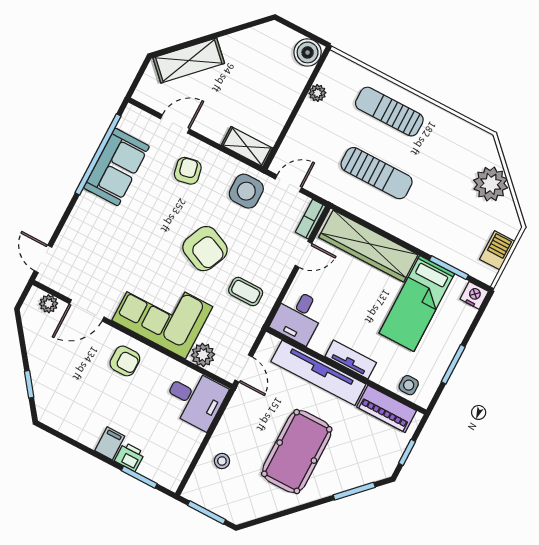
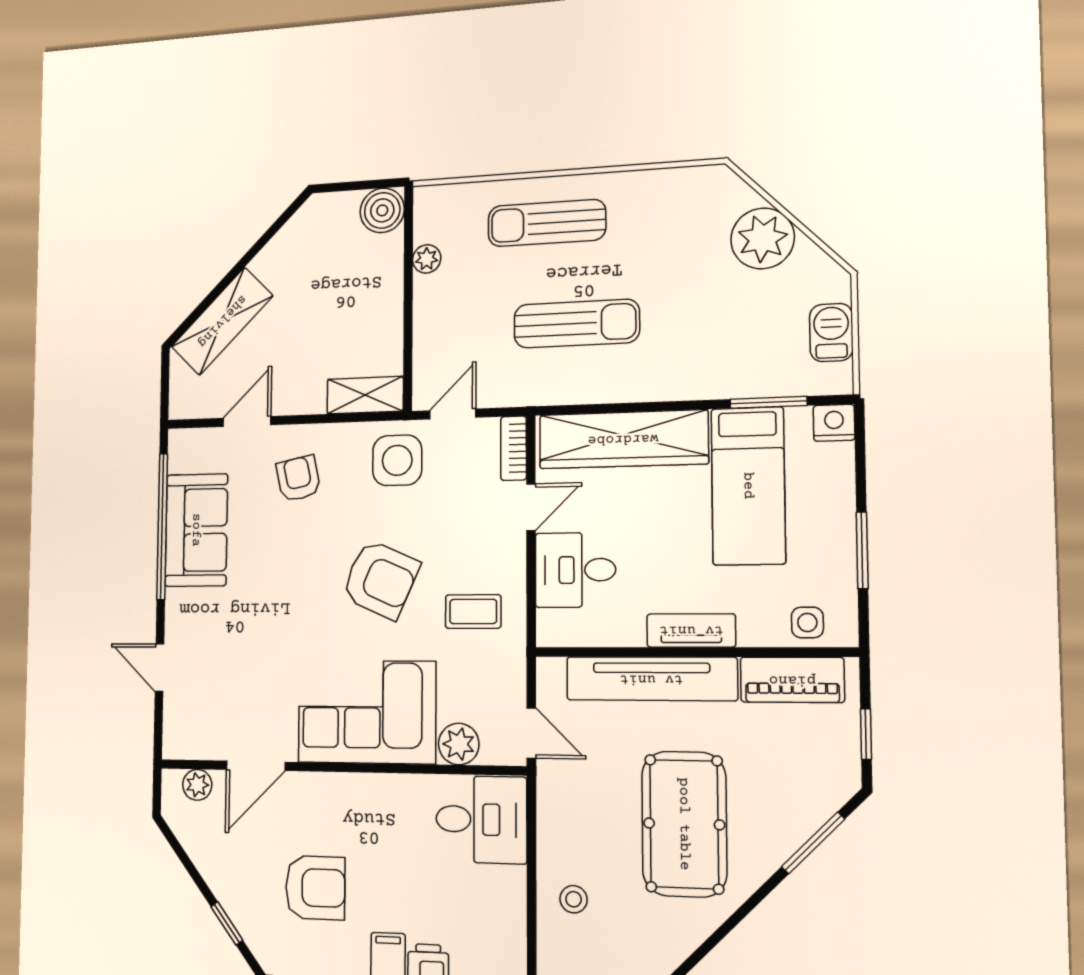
door: (43, 259) -> (159, 668), moved
desk: (298, 316) -> (575, 570), moved, turned 90
armchair: (125, 361) -> (315, 888), moved, width x1.38, depth x1.38

